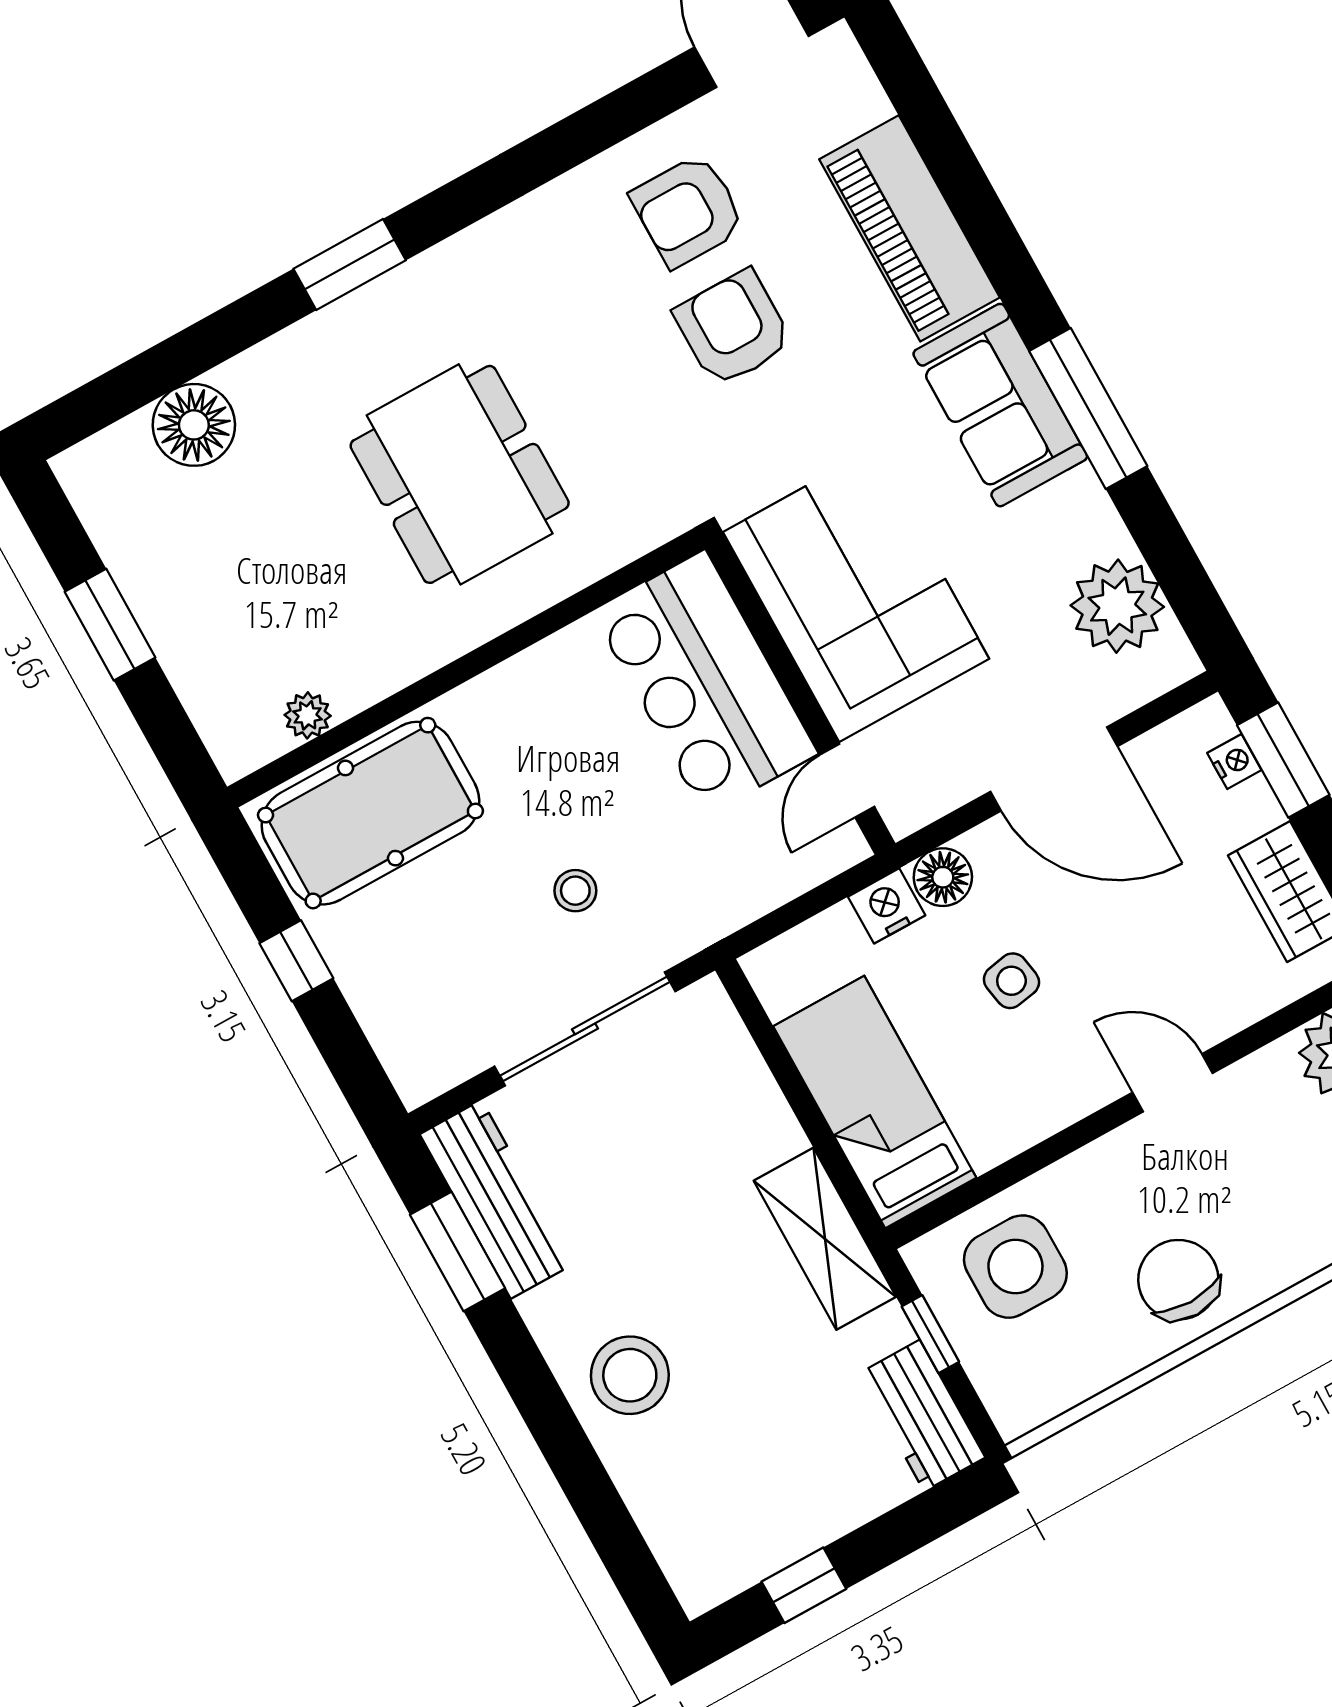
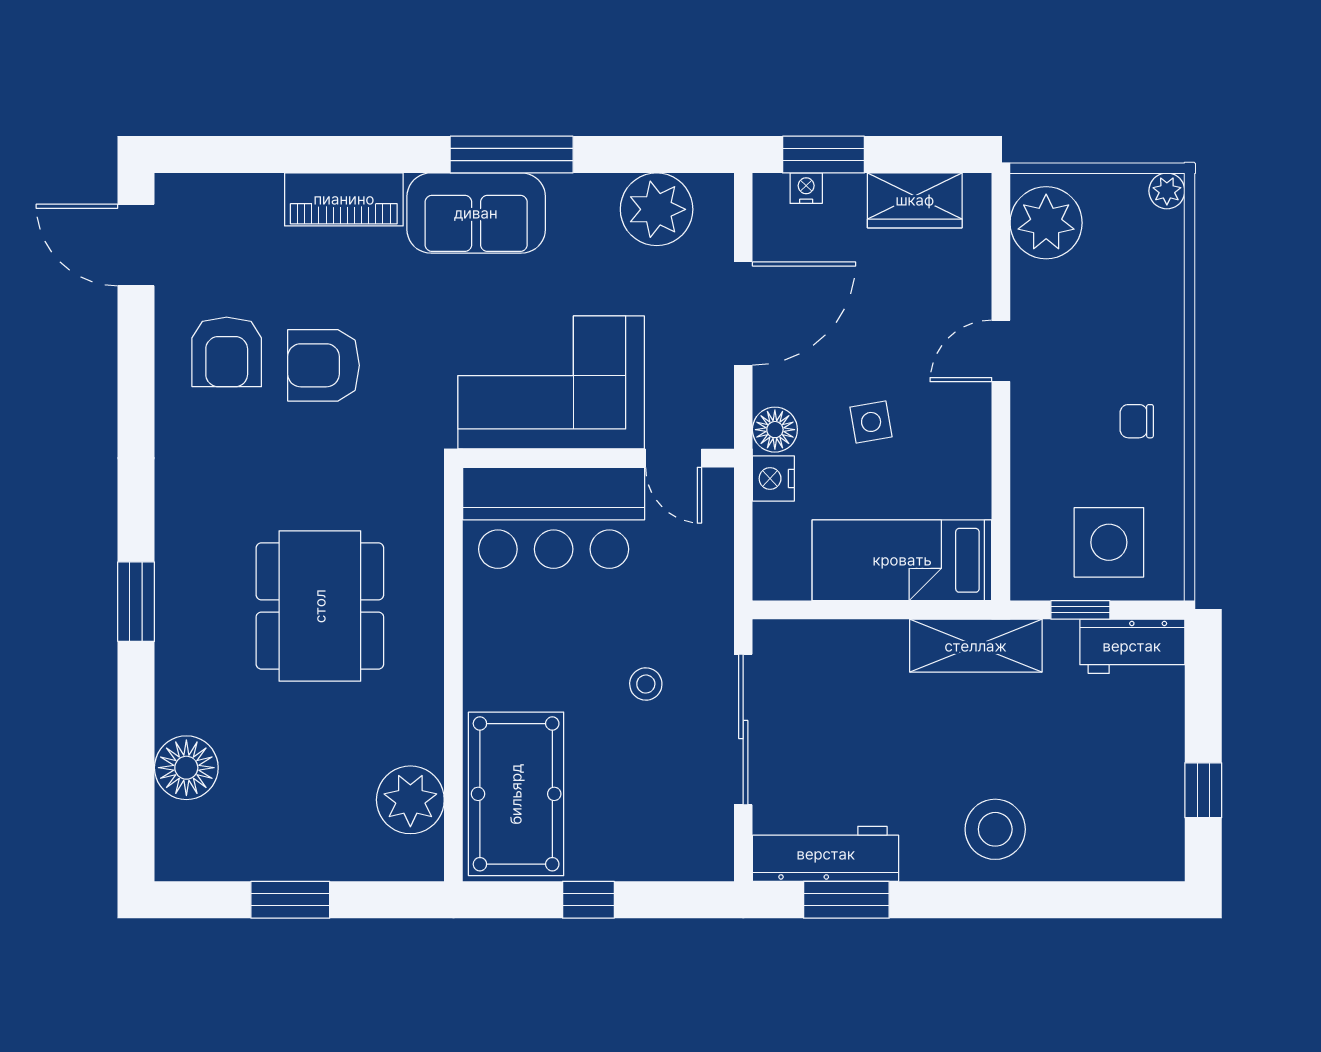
piano: (910, 228) -> (344, 199), width x0.73, depth x0.75
dining table: (460, 474) -> (320, 606), turned 90
plant: (308, 715) -> (410, 800), width x1.88, depth x1.88
side table: (1015, 1267) -> (1109, 542), moved
chair: (1178, 1280) -> (1137, 421), width x0.54, depth x0.54

